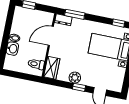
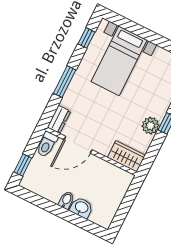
window: (75, 14) -> (65, 82), moved
door: (51, 36) -> (78, 145), hinge flipped
toilet: (36, 64) -> (47, 144), moved

